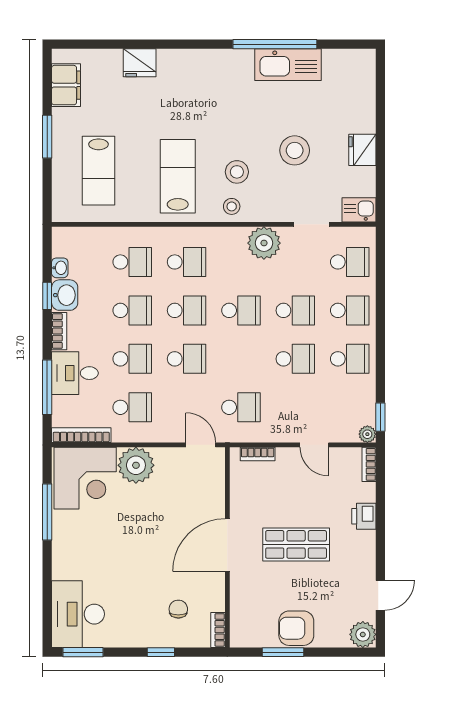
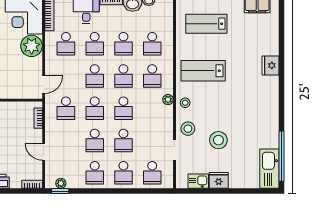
window: (275, 44) -> (281, 156), moved
fridge: (140, 63) -> (270, 65), moved
kitchen sink: (288, 65) -> (269, 169), moved
stool: (237, 172) -> (188, 129), moved
lab bench: (178, 176) -> (203, 71), turned 180
kitchen sink: (359, 210) -> (198, 181), moved, turned -90
plant: (264, 243) -> (168, 100), moved, width x0.53, depth x0.53
school desk: (241, 359) -> (95, 108), added
plant: (367, 434) -> (61, 183), moved
door: (314, 445) -> (44, 152), hinge flipped

